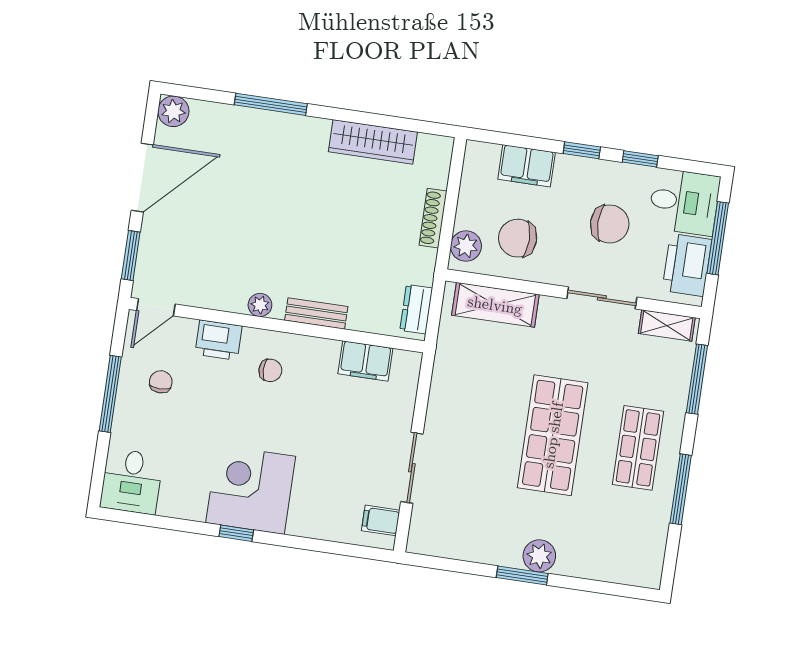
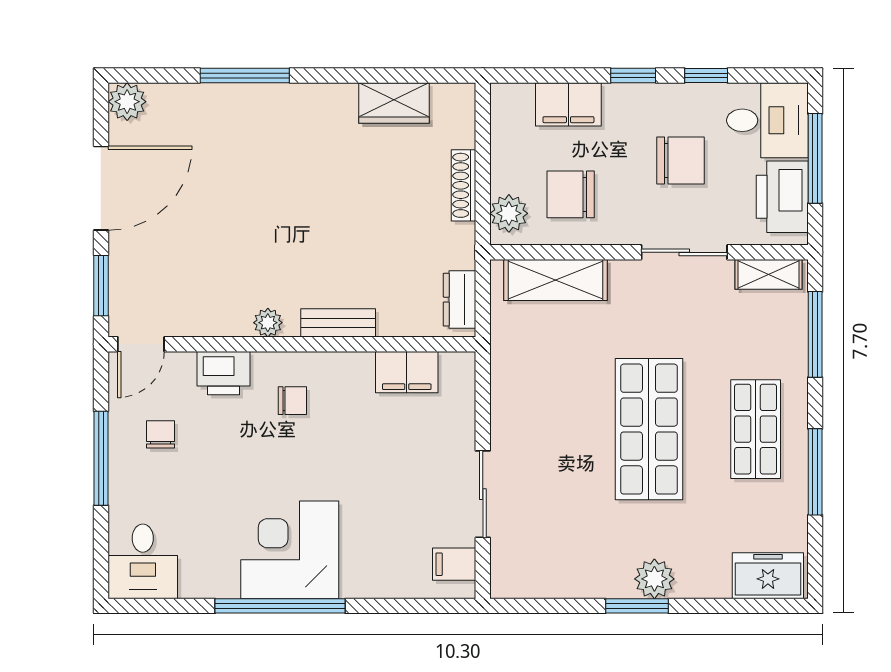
wardrobe: (373, 142) -> (394, 103), width x0.67
window: (236, 533) -> (280, 606), width x3.17
freezer: (631, 567) -> (768, 576), added

